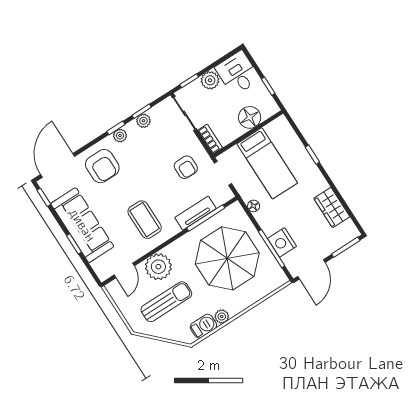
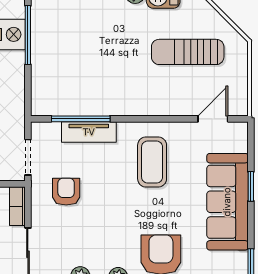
floor lamp: (254, 206) -> (17, 97), removed
parasol: (227, 258) -> (86, 57), removed
plant: (158, 267) -> (171, 98), removed

